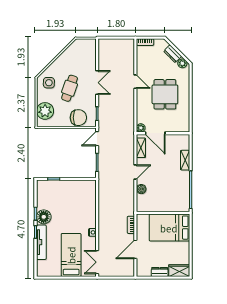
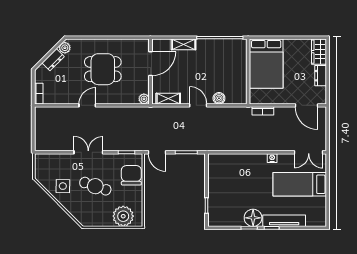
side table: (49, 83) -> (63, 186), moved
door: (155, 133) -> (150, 64), moved
door: (135, 249) -> (306, 105), moved

